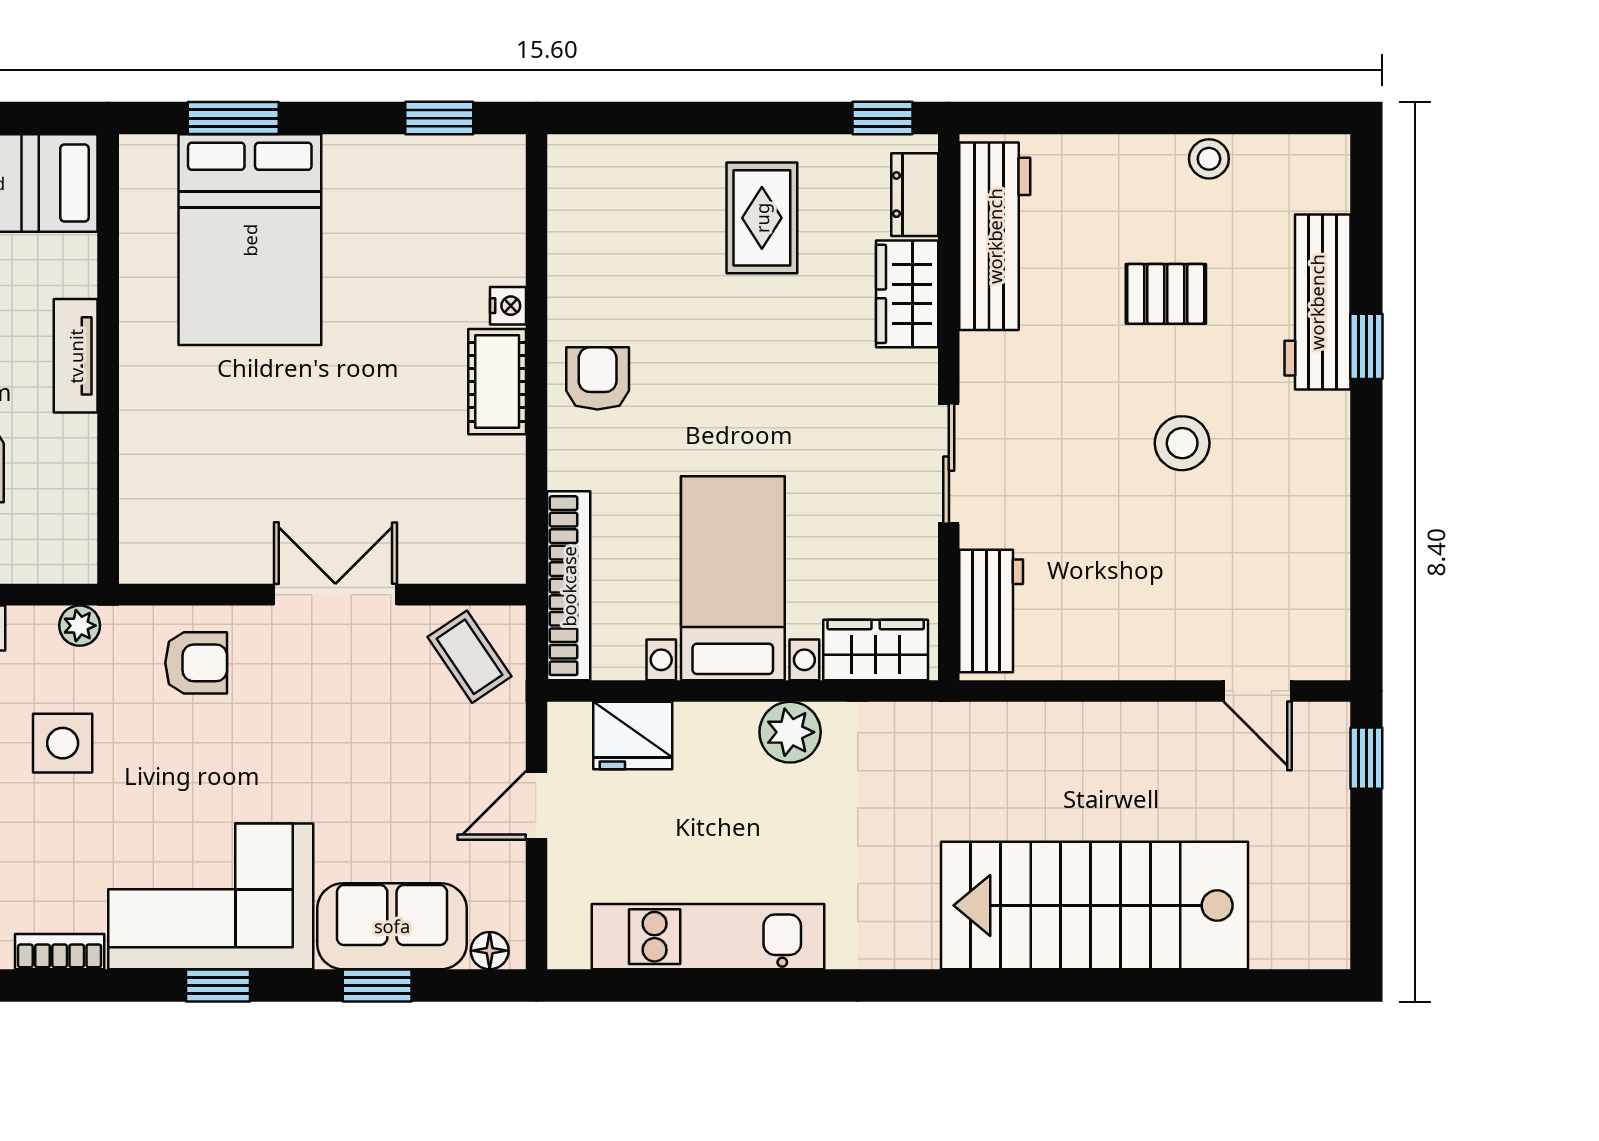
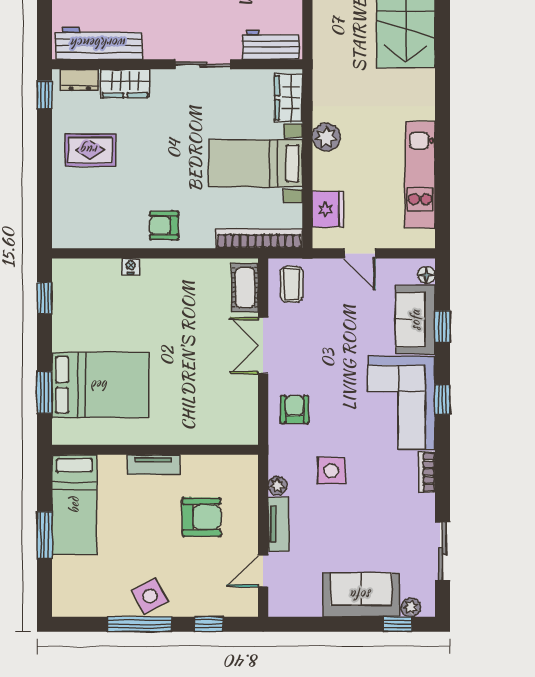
cot: (497, 382) -> (245, 288), moved, turned 90
plant: (80, 626) -> (277, 486), moved
coffee table: (469, 657) -> (292, 284), turned -56

